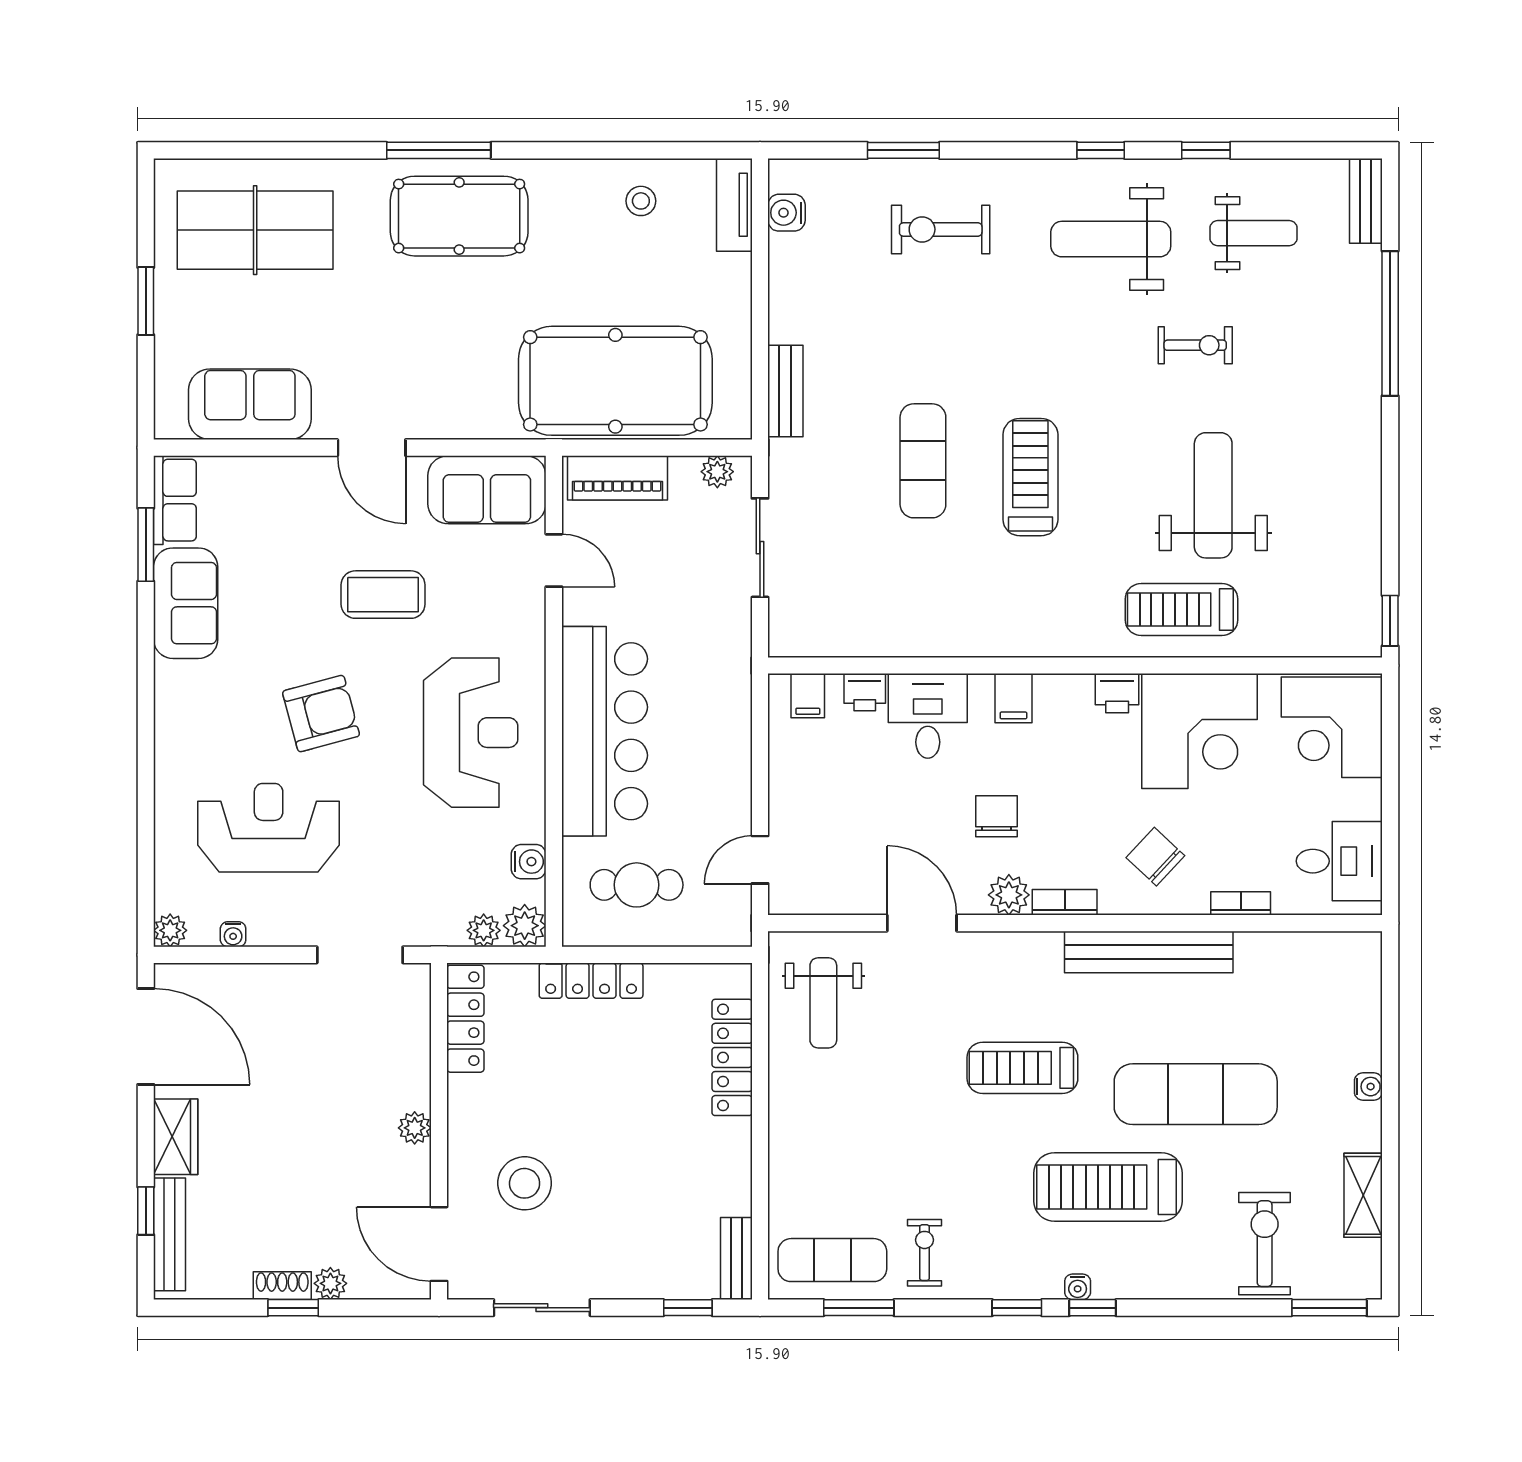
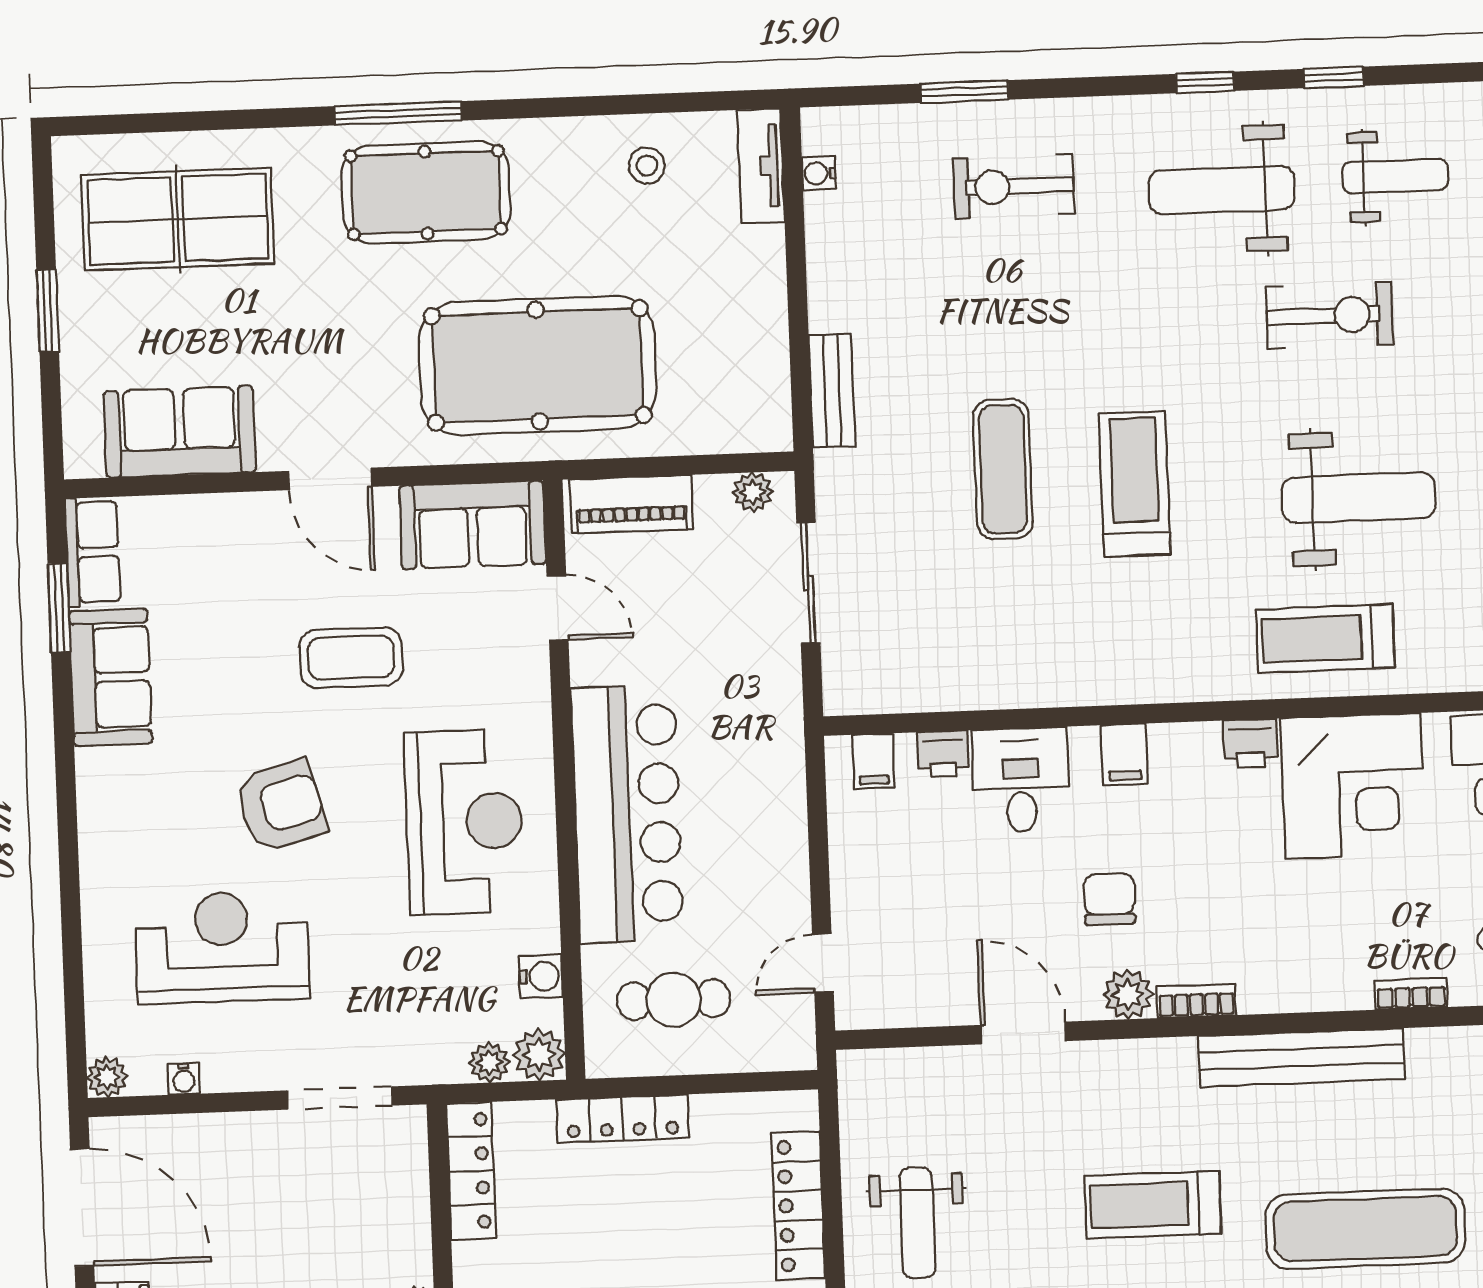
water cooler: (786, 213) -> (819, 173), width x0.72, depth x0.72
exercise bike: (1195, 345) -> (1329, 315), width x1.38, depth x1.39
pool table: (615, 381) -> (538, 365), moved
weight bench: (1213, 495) -> (1359, 498), turned 90
chair: (1155, 857) -> (1305, 941), removed
weight bench: (823, 1003) -> (917, 1223), moved

